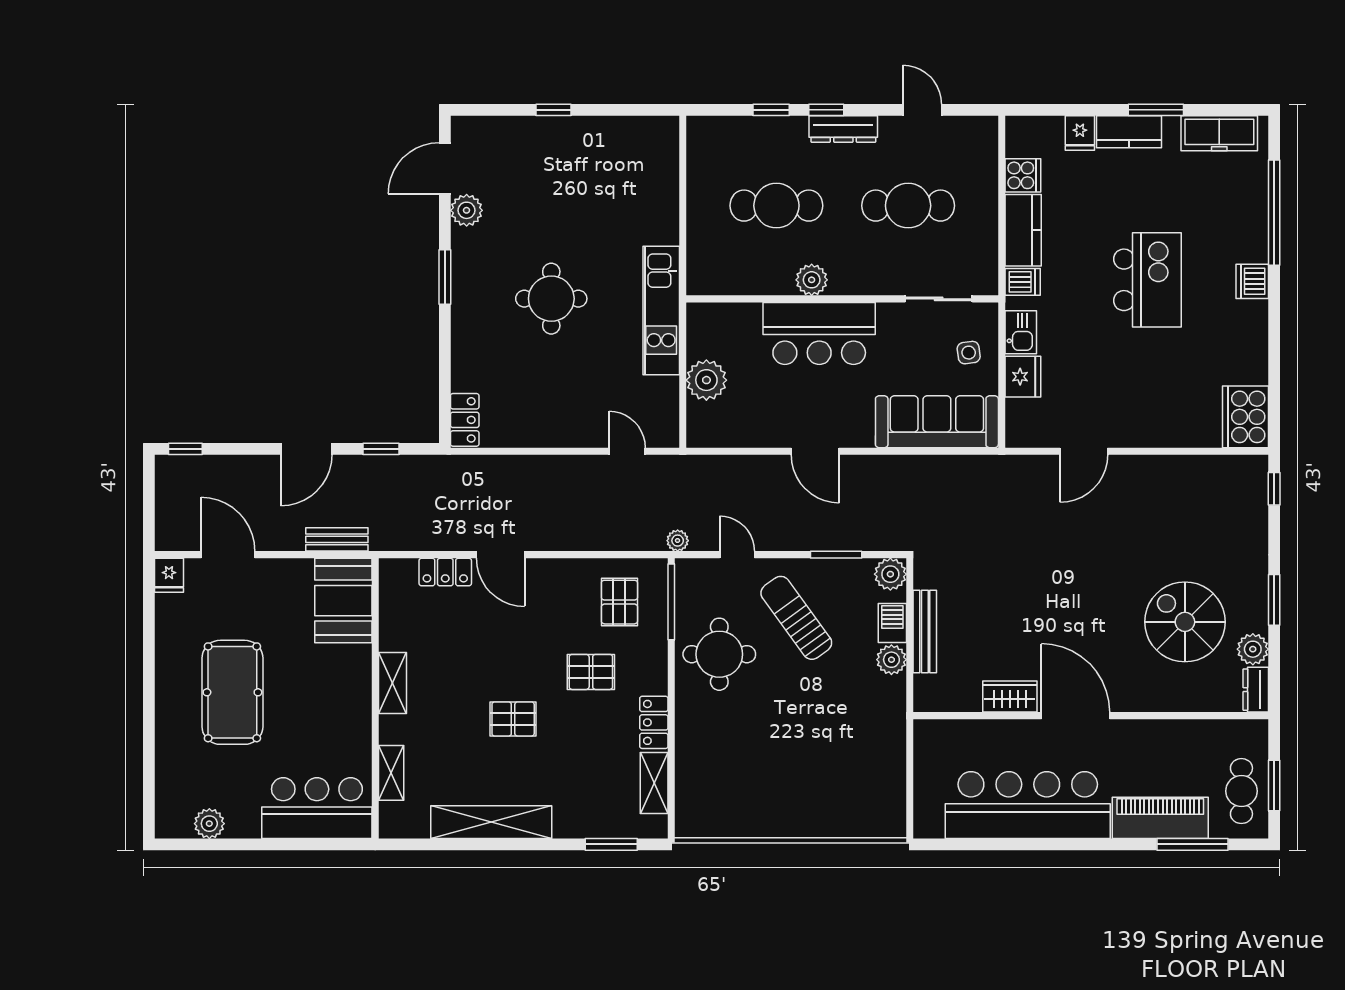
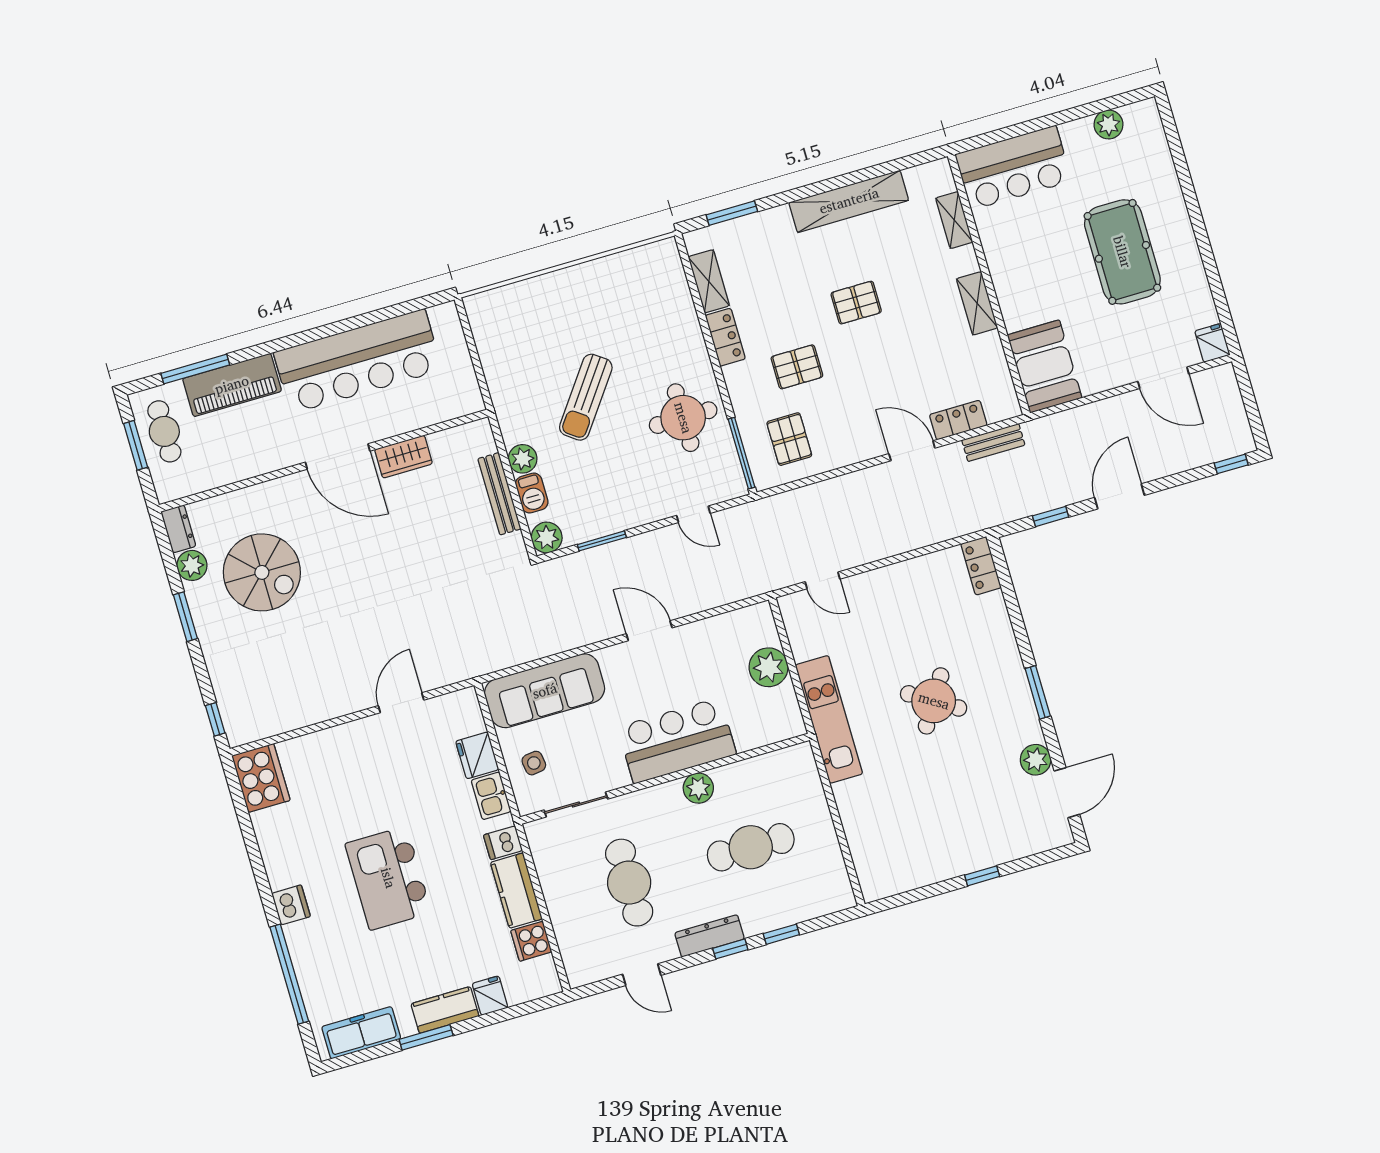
cafe table: (908, 206) -> (629, 883), turned 90
round table: (551, 299) -> (934, 701), turned 32
bench: (337, 539) -> (993, 442), moved
plant: (678, 541) -> (752, 511), removed
sun lounger: (796, 618) -> (586, 397), moved, turned 72

